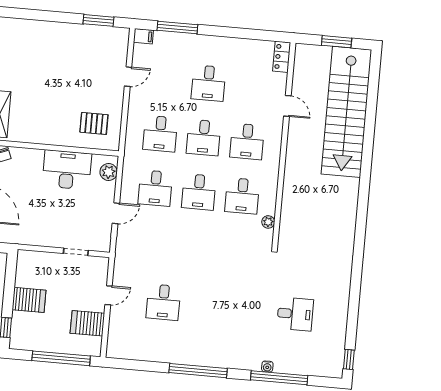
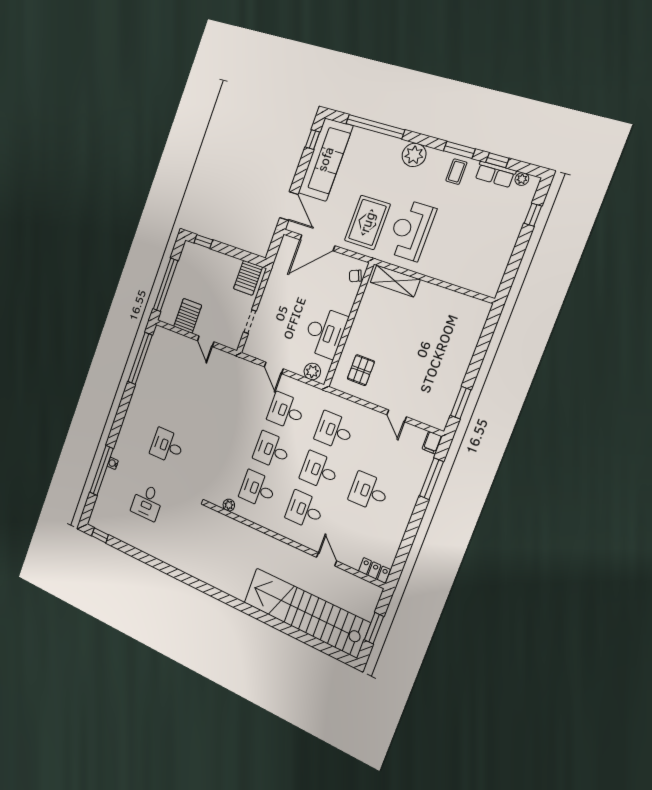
door: (287, 106) -> (327, 559), swing flipped
server rack: (29, 300) -> (248, 278), moved
desk: (163, 302) -> (167, 446), moved
window: (198, 371) -> (140, 358), moved

